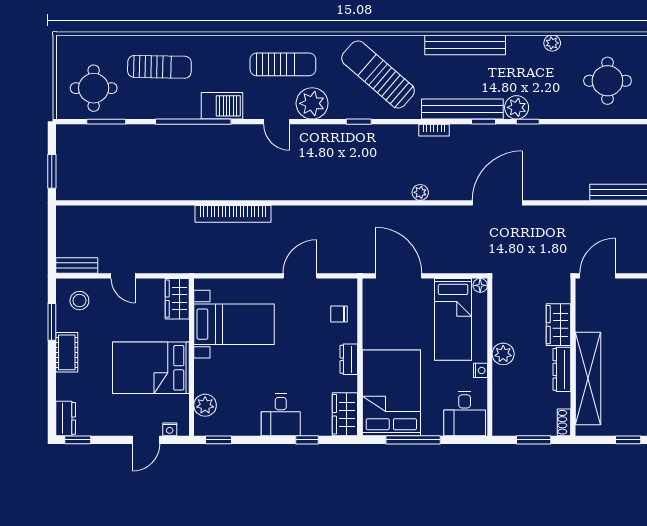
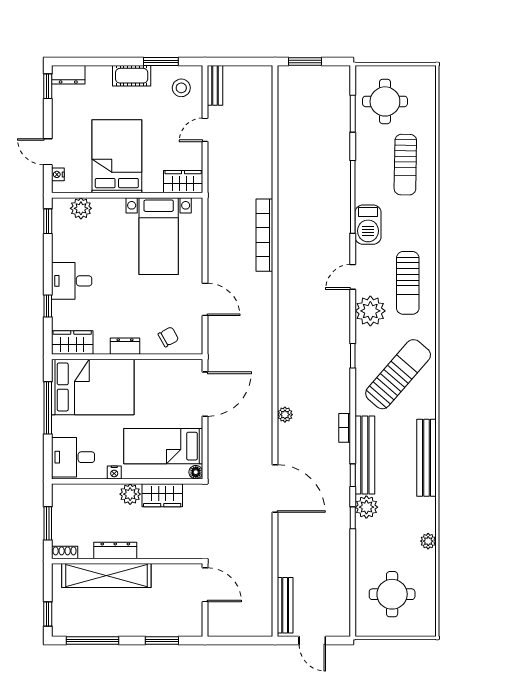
chair: (339, 314) -> (168, 337), turned 61
wardrobe: (558, 325) -> (162, 495), moved, turned 180

